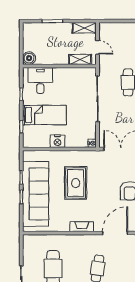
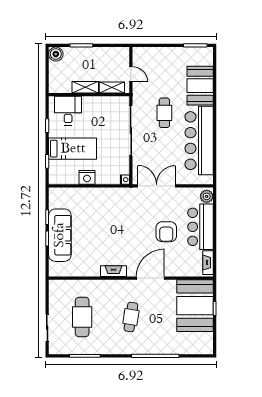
shelving: (84, 28) -> (85, 87), moved
boiler: (29, 58) -> (56, 54), moved
rug: (76, 183) -> (107, 223), removed
sofa: (36, 194) -> (60, 235), width x0.74, depth x0.79

